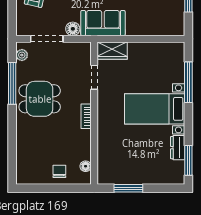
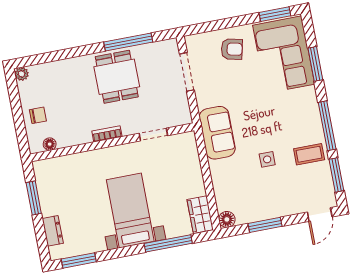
floor lamp: (73, 29) -> (227, 219), moved
wardrobe: (112, 51) -> (200, 215), moved
plant: (22, 55) -> (22, 74), moved
dresser: (178, 148) -> (53, 231), moved, turned 90

